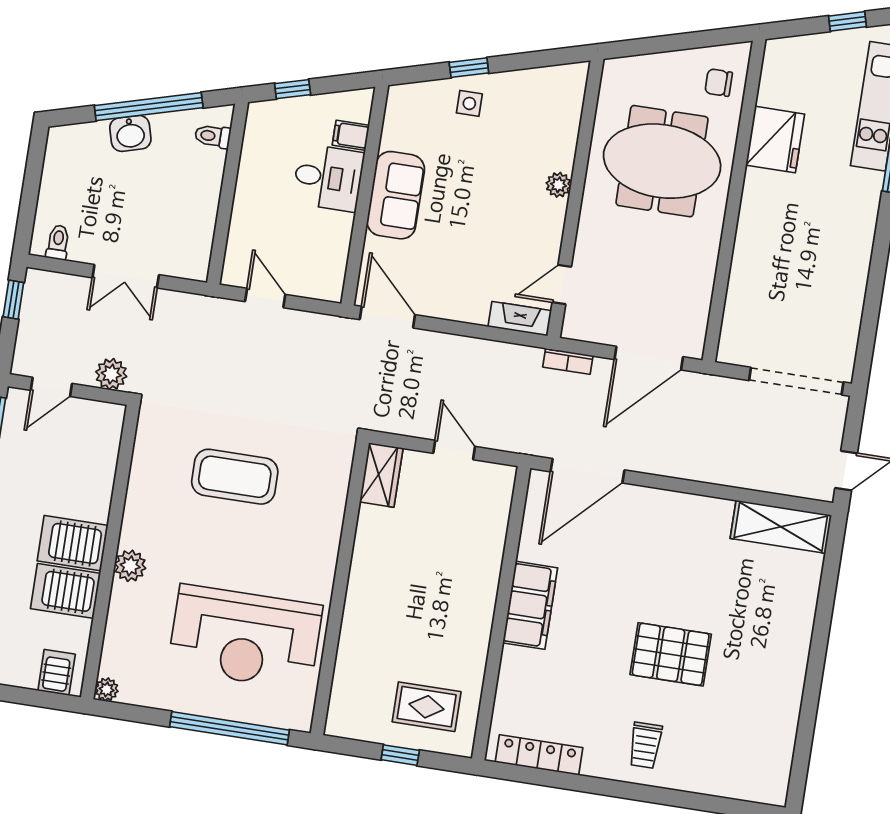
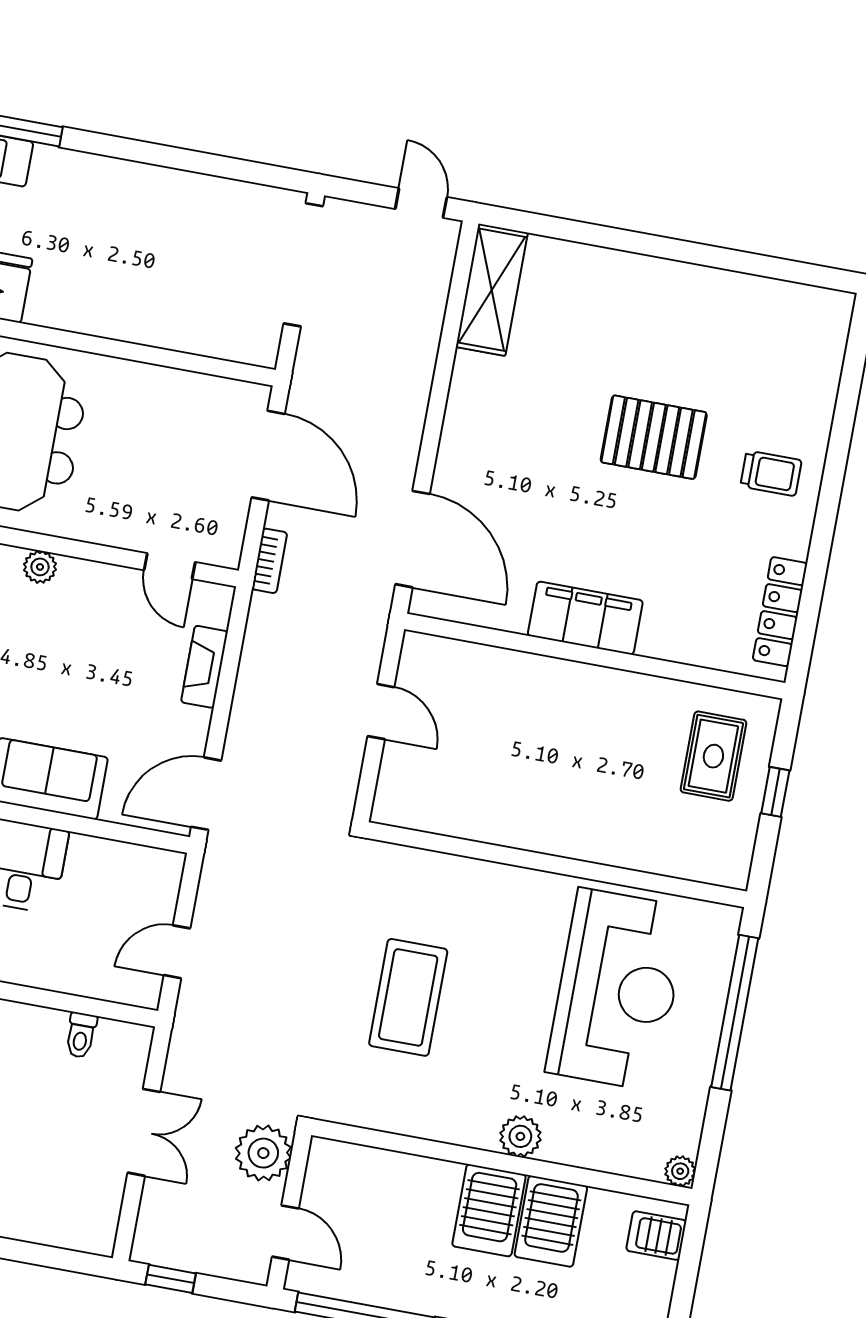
toilet: (58, 242) -> (81, 1035), moved, turned -90
fireplace: (520, 319) -> (204, 667), moved
plant: (111, 374) -> (263, 1153), width x1.36, depth x1.36
door: (454, 450) -> (381, 712), swing flipped
wardrobe: (381, 475) -> (411, 807), removed
pallet: (671, 654) -> (654, 437), turned 90

